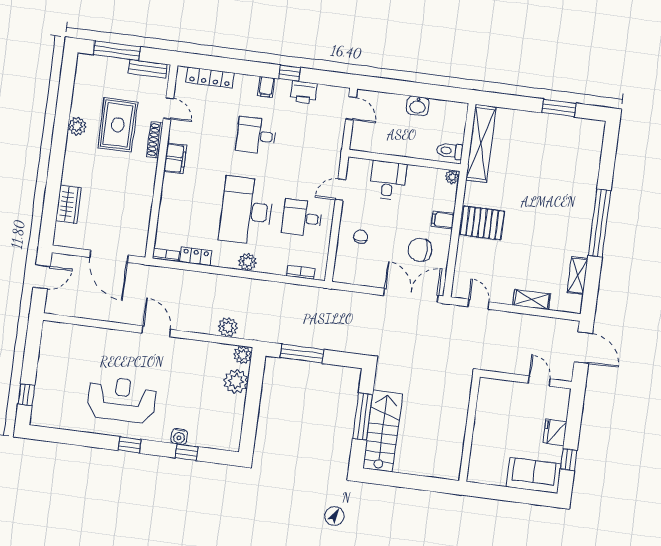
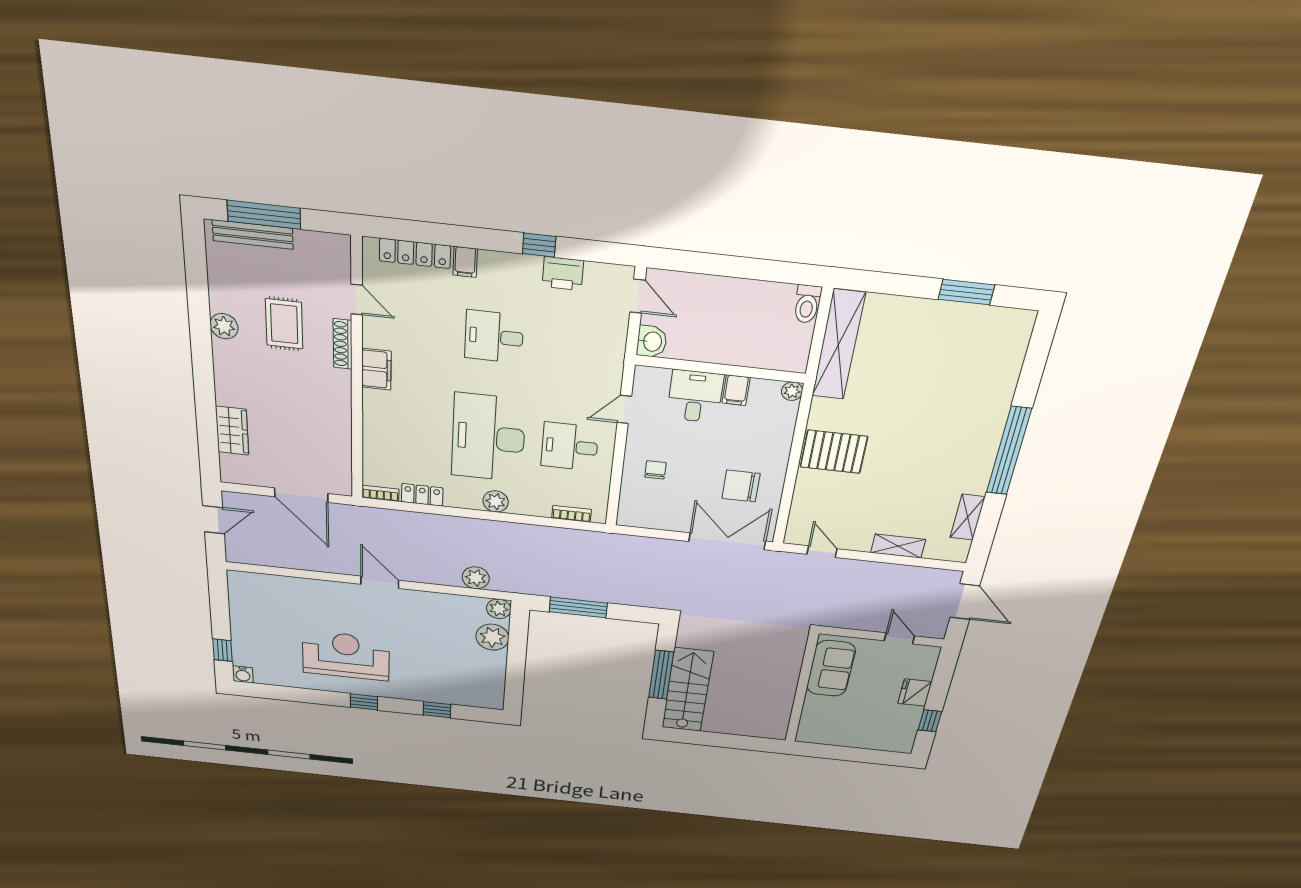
bench: (148, 69) -> (253, 235), moved, width x1.36
filing cabinet: (266, 87) -> (465, 262), moved
washbasin: (418, 106) -> (652, 342), moved, turned -90
rug: (118, 125) -> (284, 324), width x0.73, depth x0.70
toilet: (450, 151) -> (807, 304), moved, turned -90
filing cabinet: (443, 220) -> (736, 390), moved, turned -90
water cooler: (179, 437) -> (243, 674), moved
sofa: (534, 475) -> (831, 668), moved, turned 90

